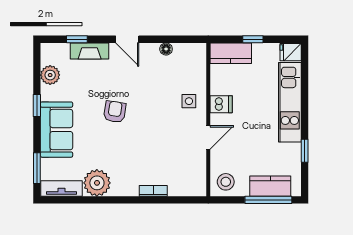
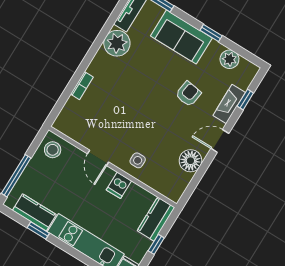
floor lamp: (166, 49) -> (190, 161), width x1.89, depth x1.89
armchair: (115, 112) -> (188, 94), moved, turned -91
kitchen counter: (270, 186) -> (34, 212), moved, turned -90

